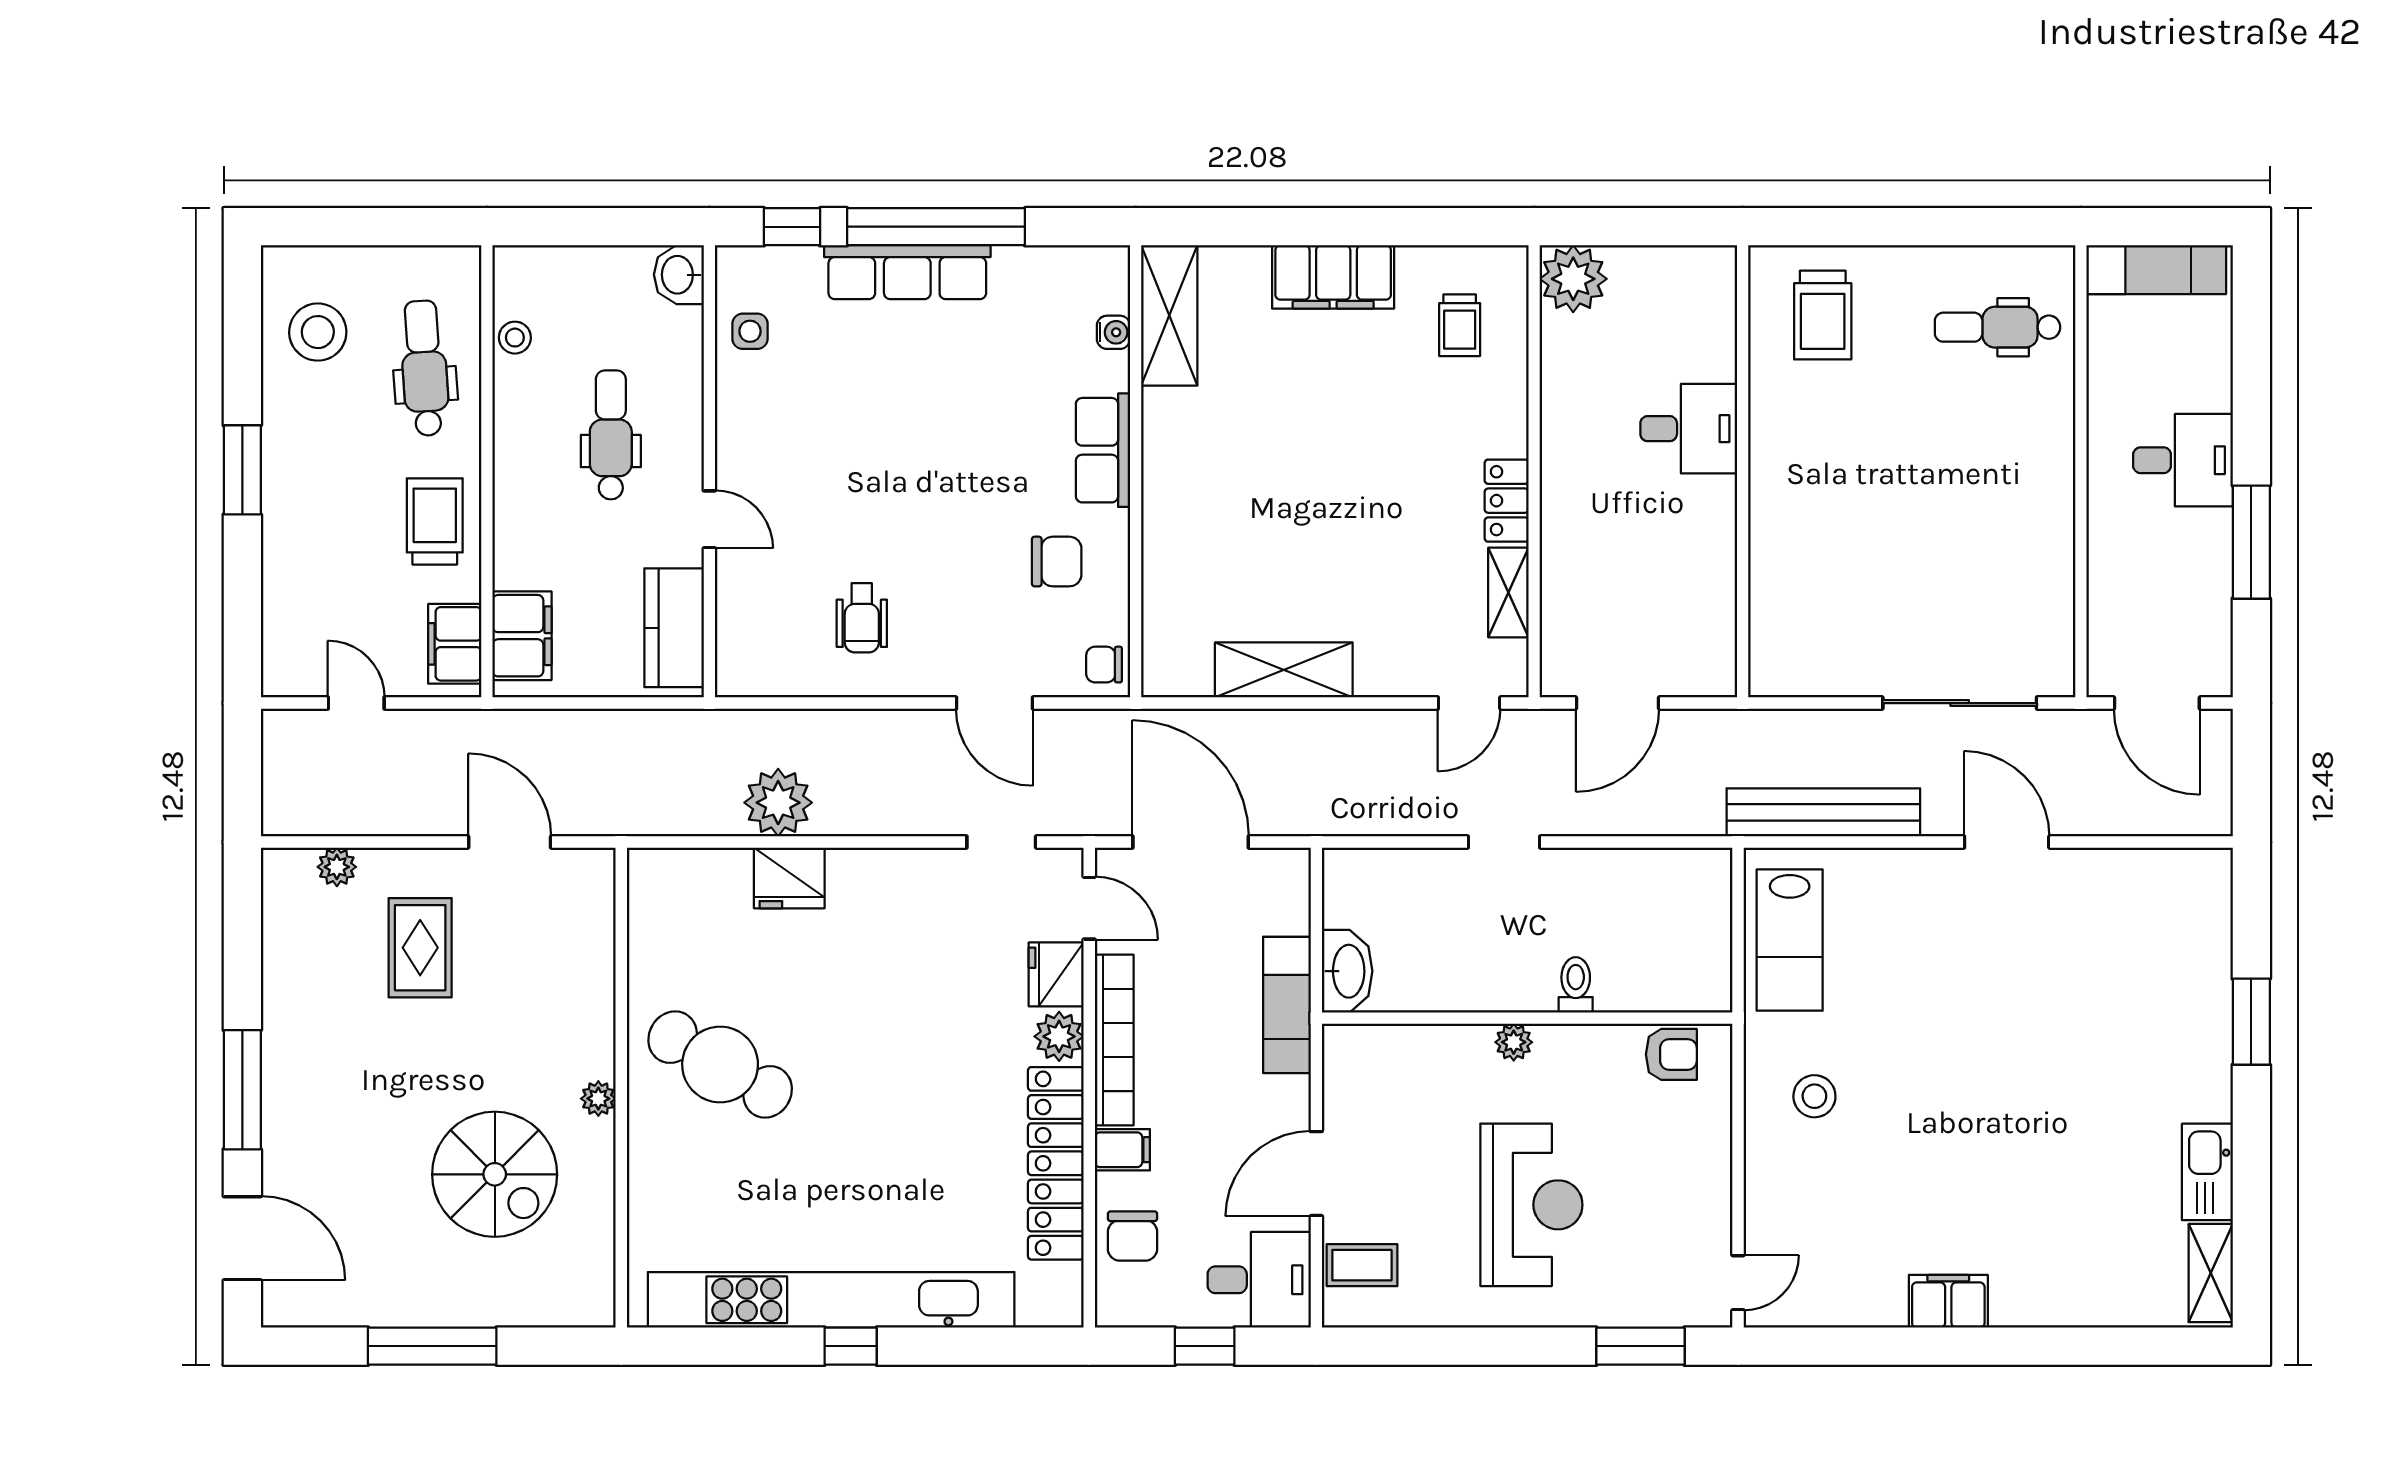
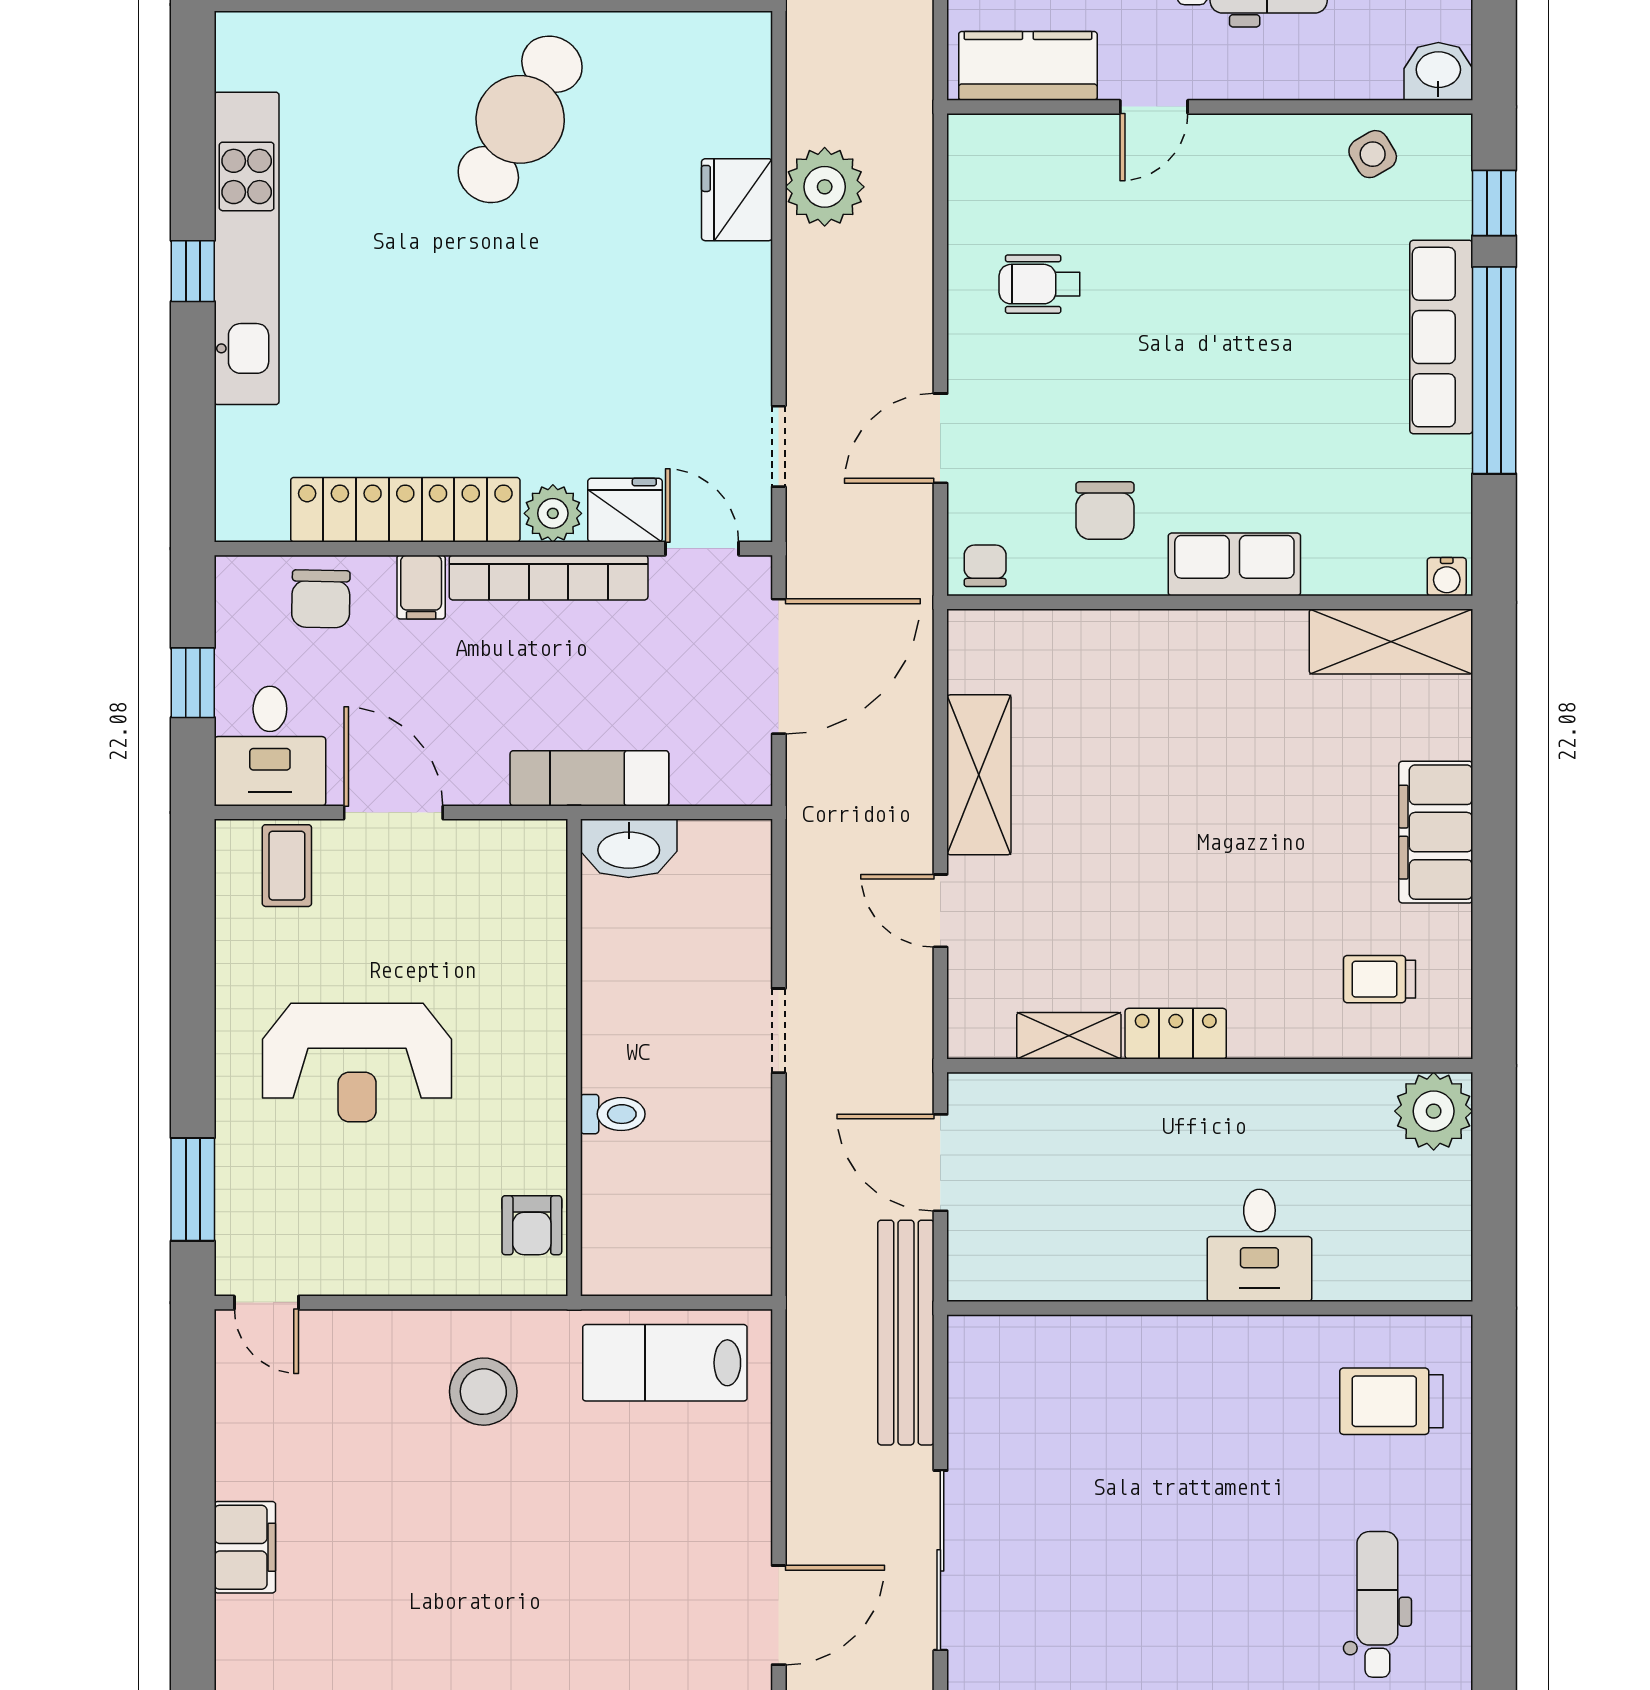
side table: (750, 331) -> (1373, 154), turned -31
water cooler: (1113, 332) -> (1447, 577), moved
door: (1469, 703) -> (940, 911), moved
bench: (1823, 812) -> (906, 1333), moved
door: (1089, 908) -> (702, 549), swing flipped
plant: (1514, 1042) -> (546, 1042), removed
stool: (1814, 1096) -> (483, 1392), width x1.38, depth x1.38
chair: (1133, 1236) -> (321, 599), turned -89
kitchen unit: (831, 1300) -> (247, 248), width x0.73

